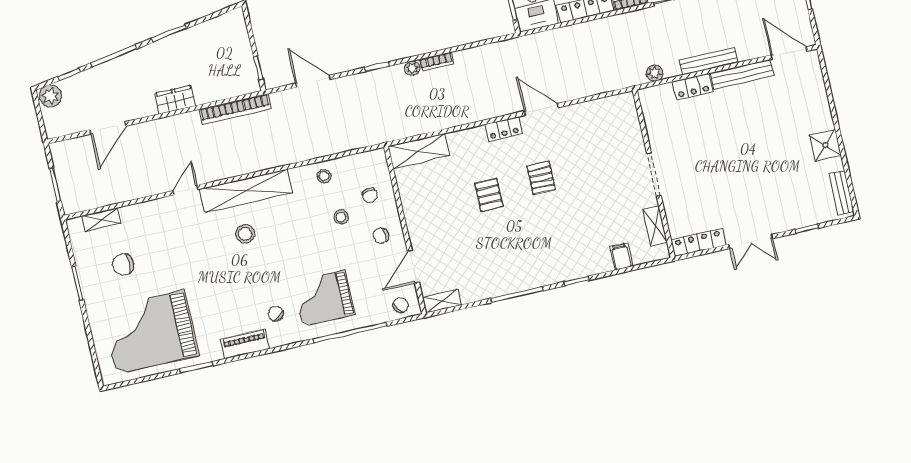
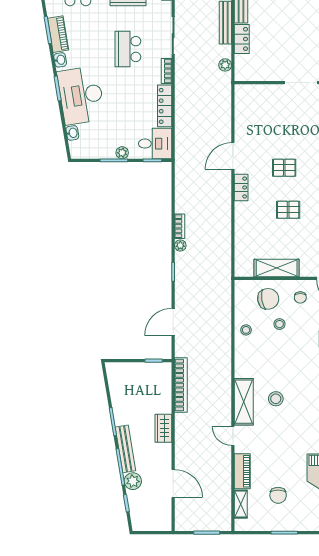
bench: (138, 57) -> (125, 449), added
plant: (50, 96) -> (133, 481), moved
shelving: (419, 151) -> (277, 268), moved, turned 90
shelving: (246, 191) -> (244, 402), width x0.68
chair: (370, 195) -> (268, 299), width x1.87, depth x1.87
piano: (143, 212) -> (242, 471), added

